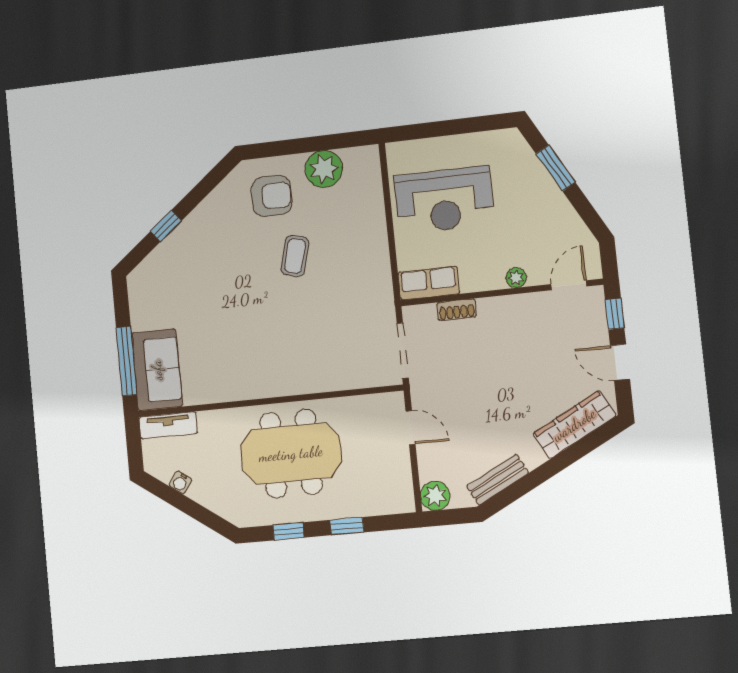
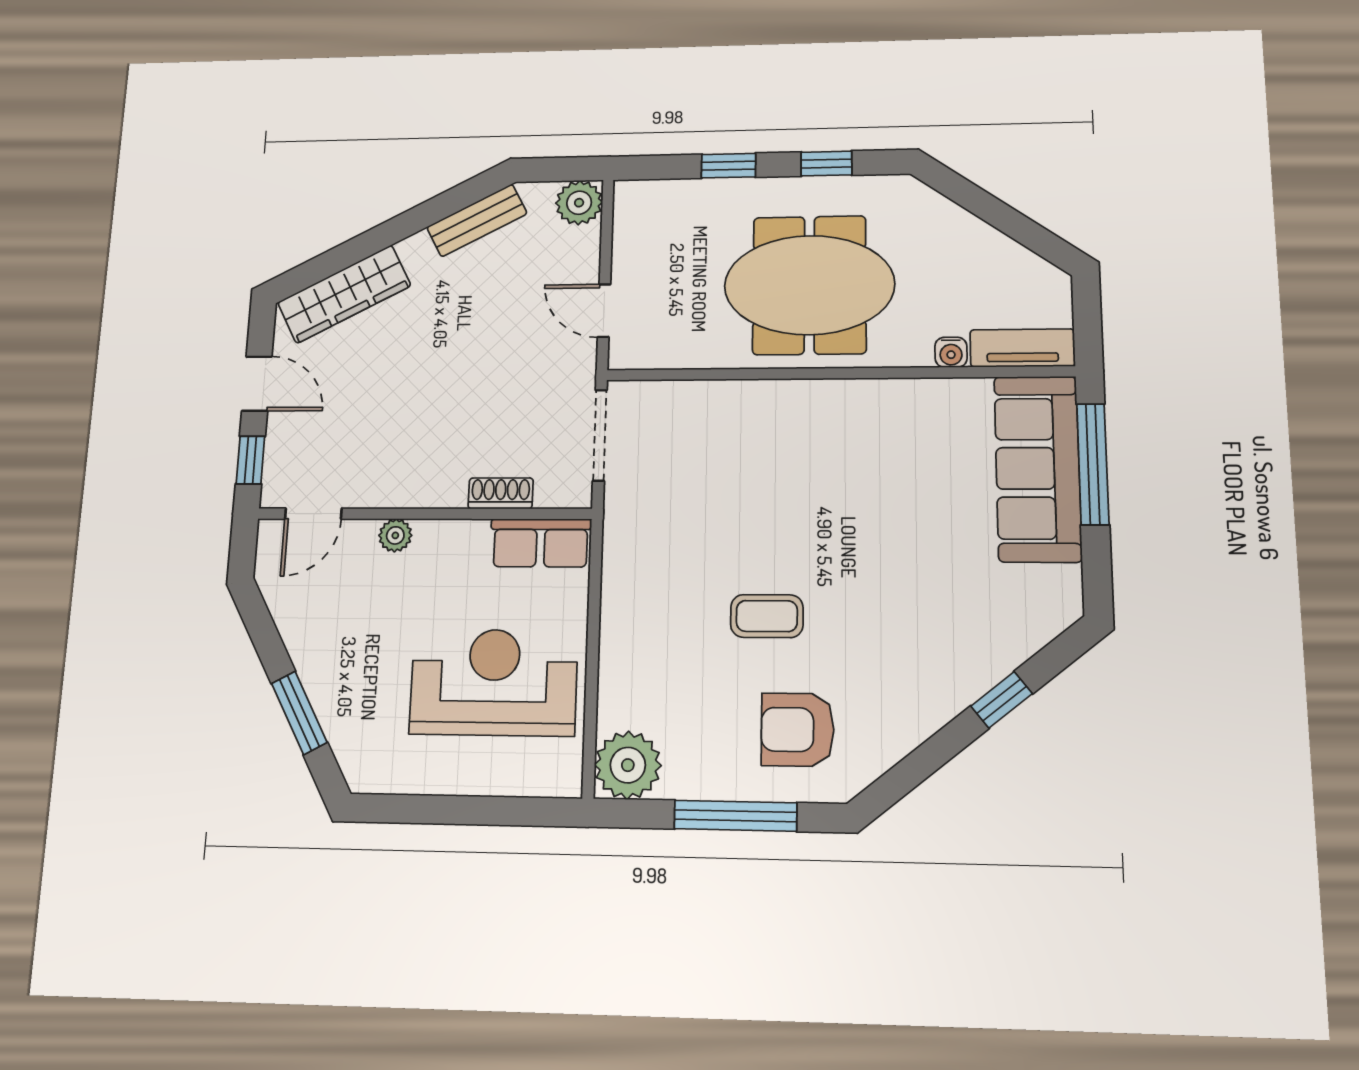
window: (300, 146) -> (735, 816), added
plant: (324, 169) -> (628, 765), moved
coffee table: (295, 256) -> (767, 616), turned 75
sofa: (157, 370) -> (1038, 468), width x1.36
water cooler: (180, 482) -> (951, 352), moved, turned 144

